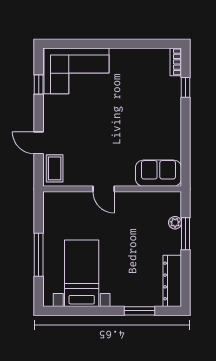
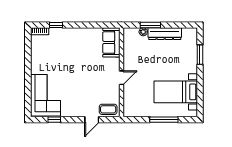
dresser: (172, 281) -> (165, 34), moved

